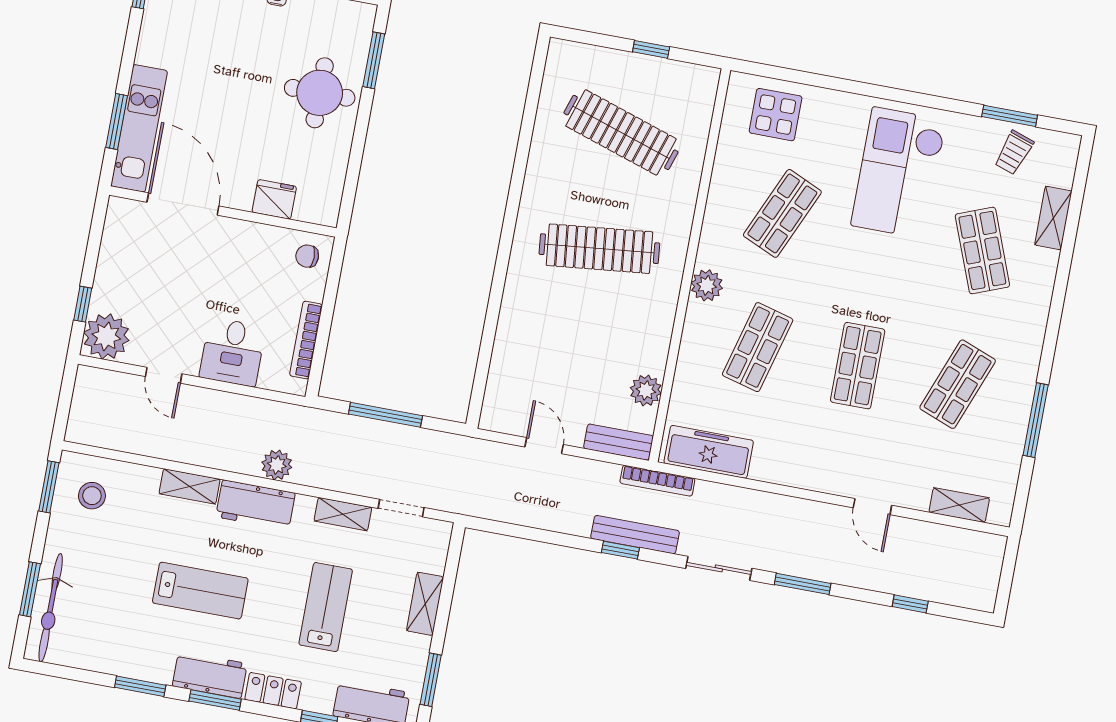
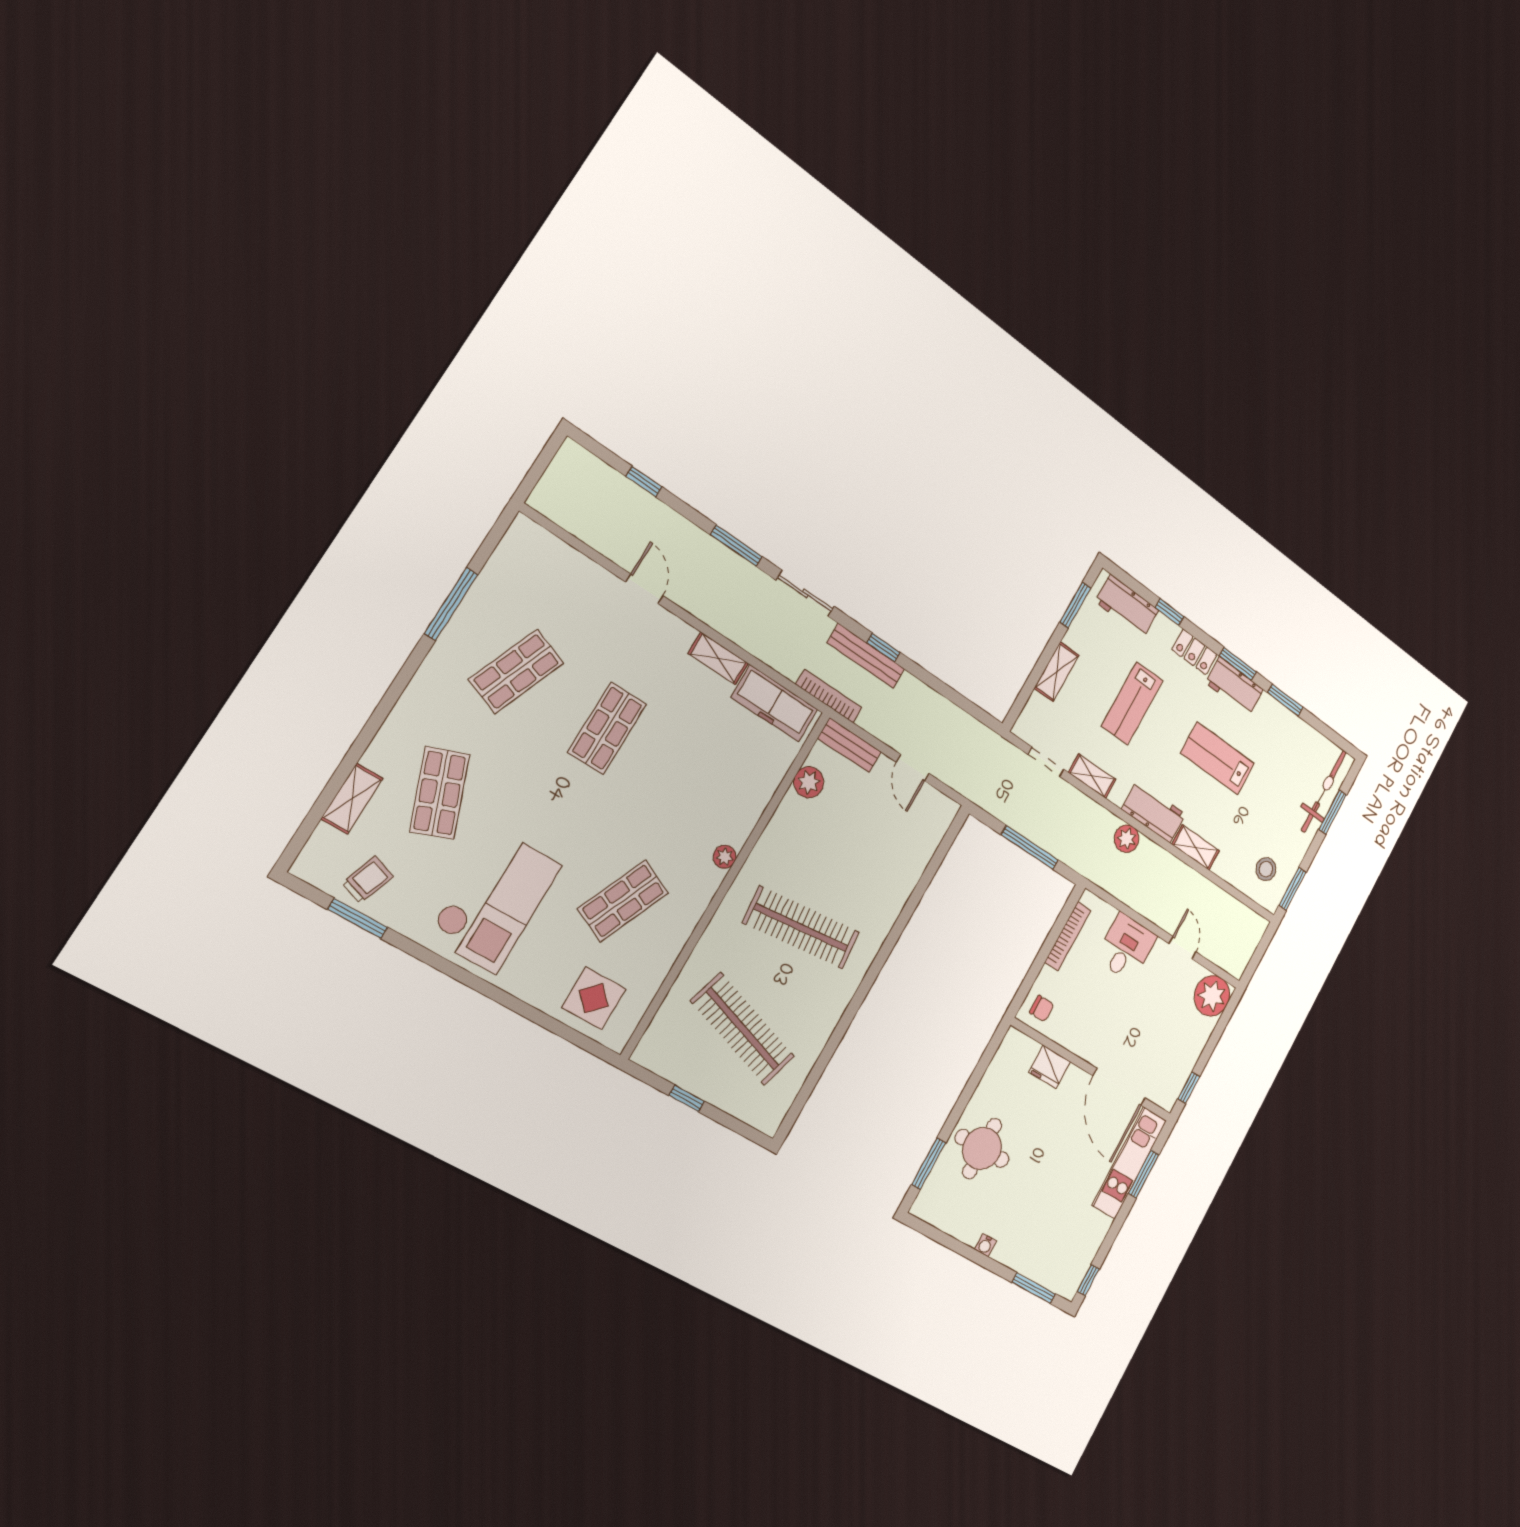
plant: (707, 285) -> (725, 857), width x0.73, depth x0.73
window: (83, 304) -> (1189, 1088), moved
shop shelf: (758, 347) -> (694, 783), removed
shelving: (959, 505) -> (718, 658), moved

